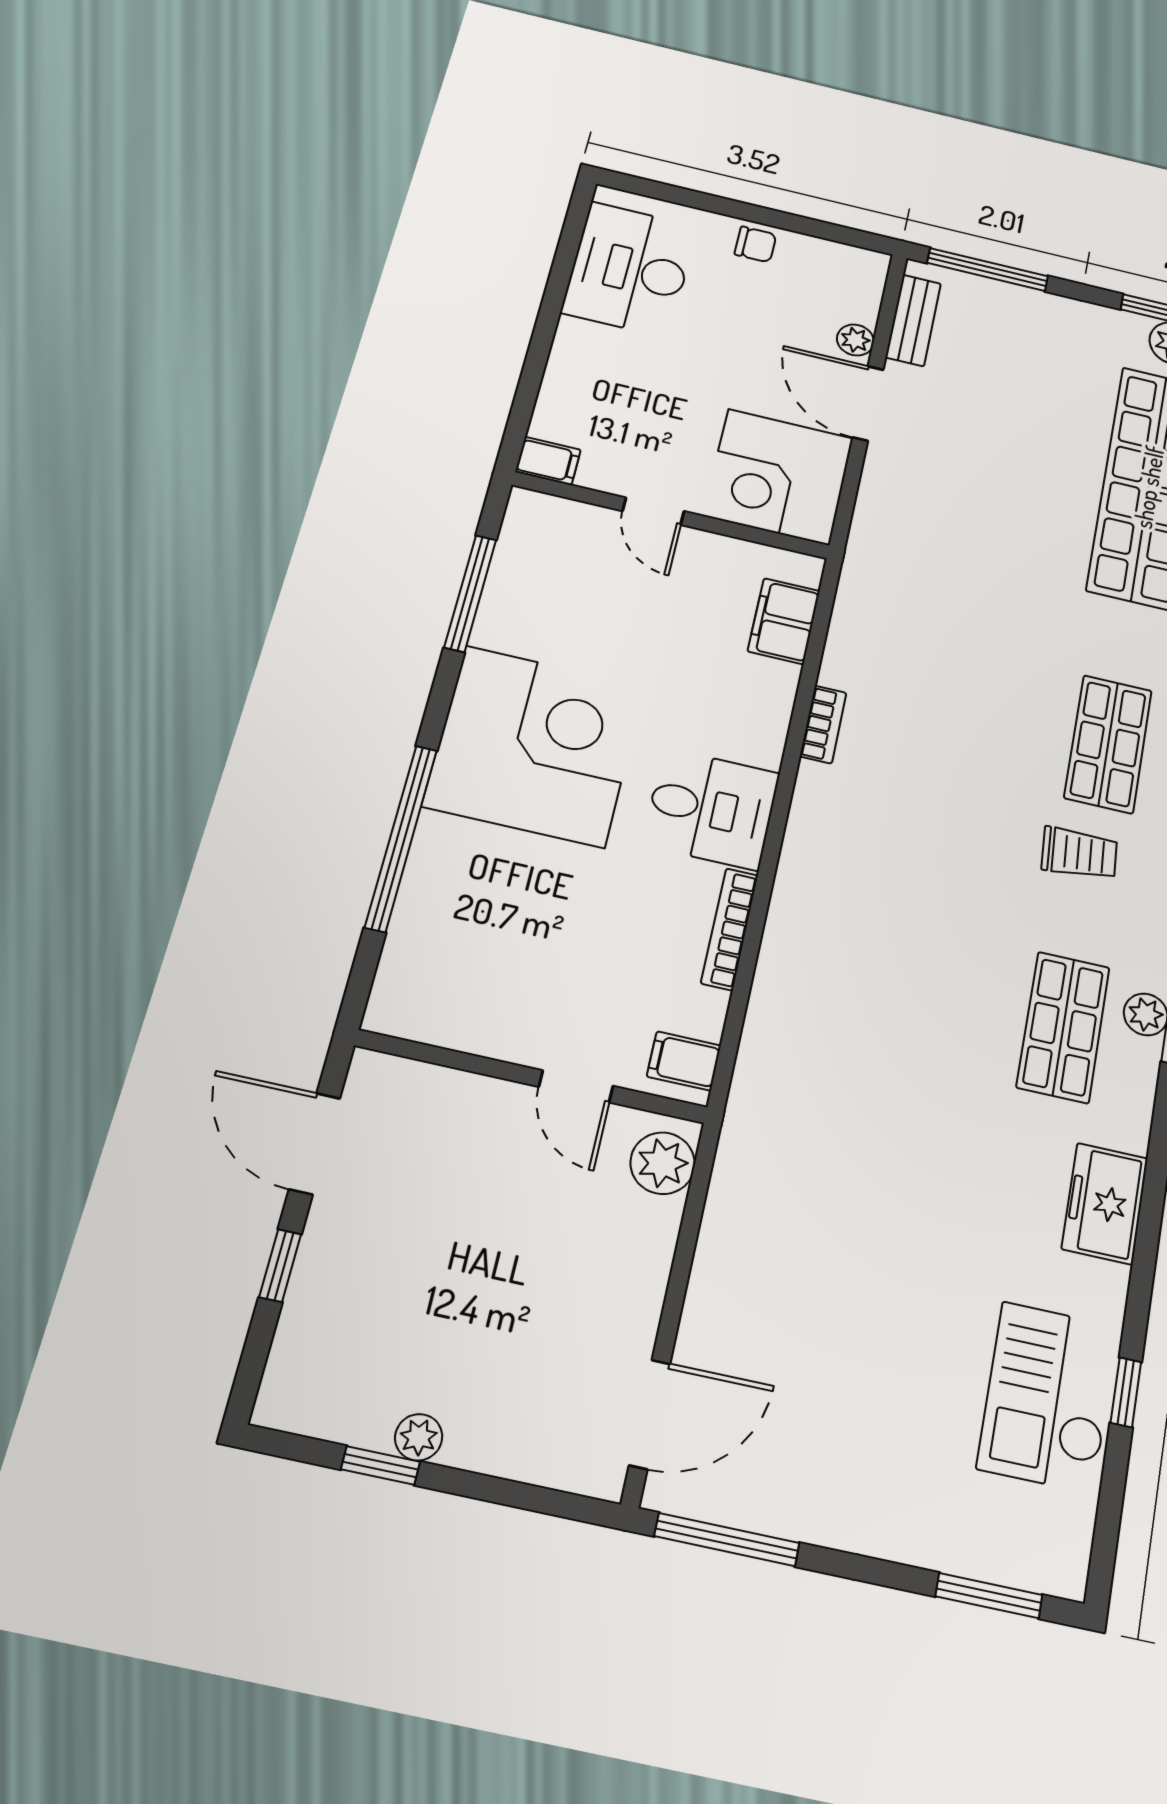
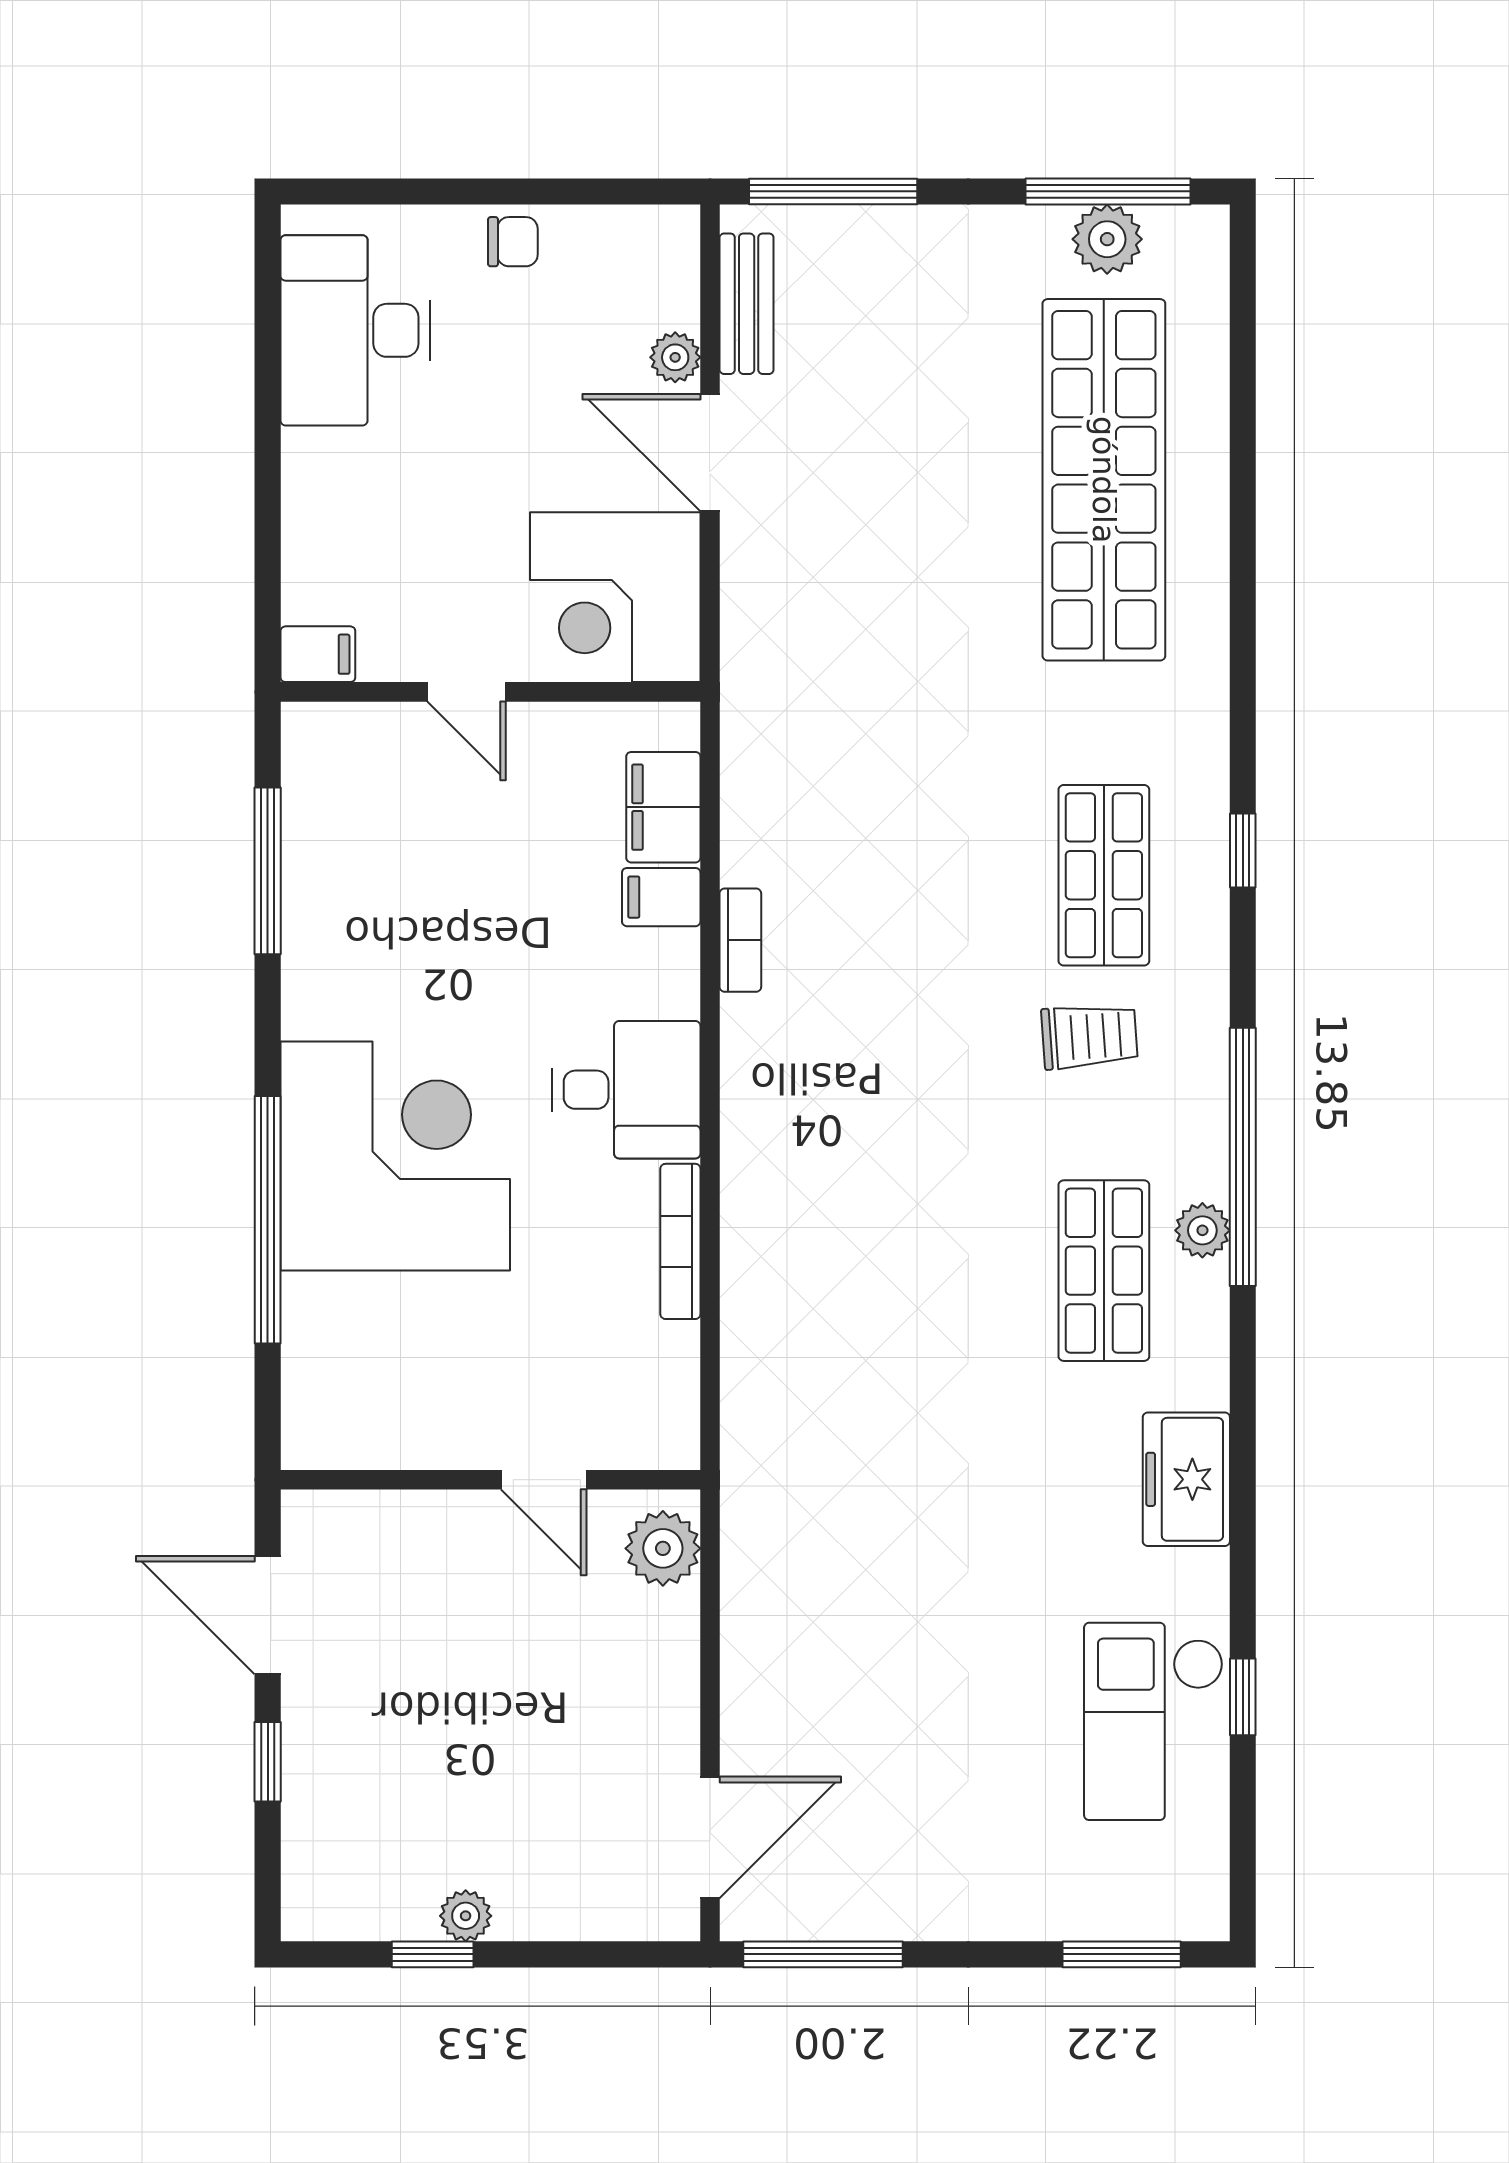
corner desk: (535, 746) -> (395, 1156), moved
filing cabinet: (684, 1061) -> (661, 897), moved

